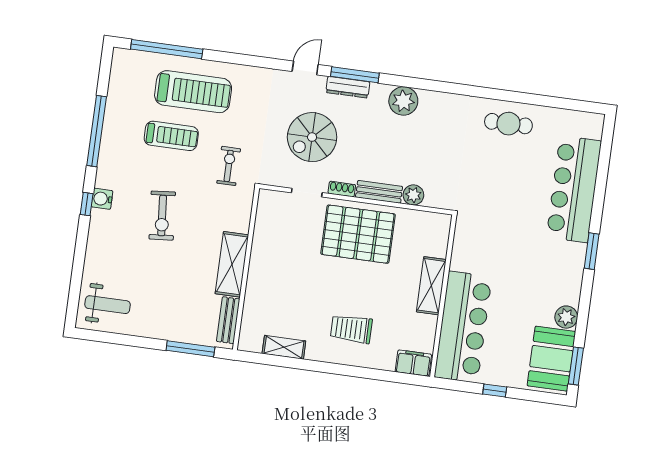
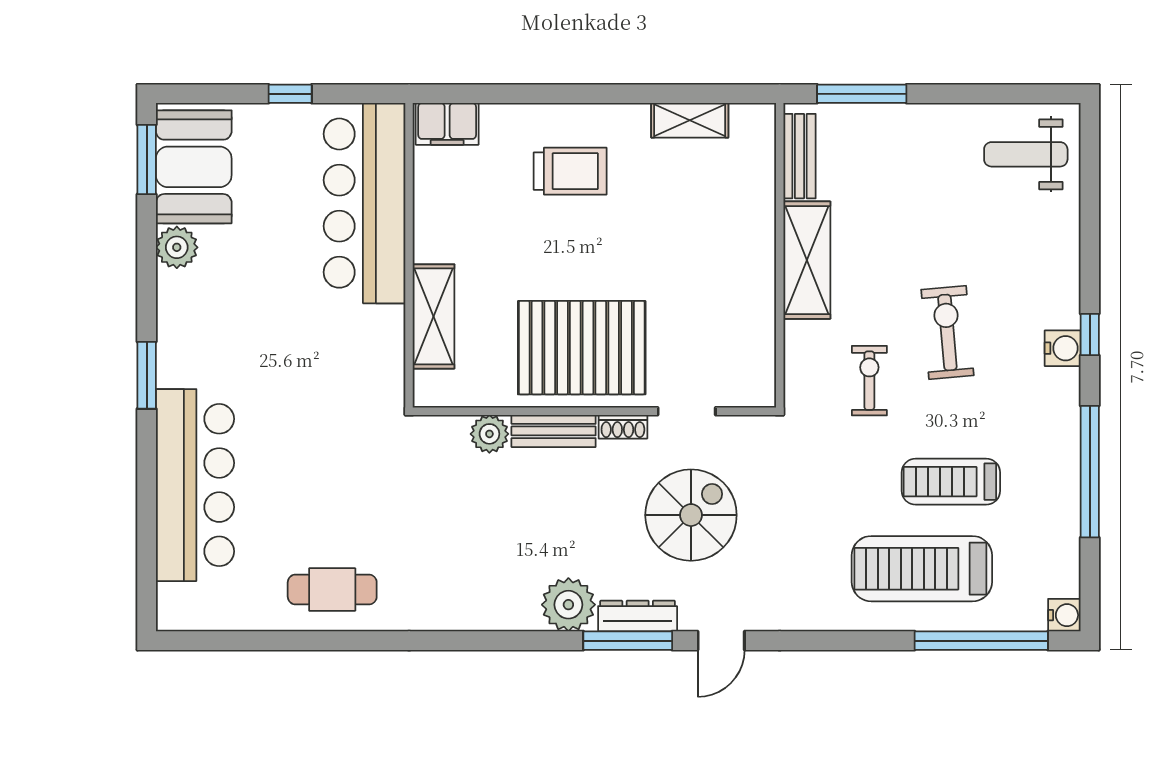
water cooler: (121, 57) -> (1064, 615), added
plant: (403, 101) -> (568, 605), moved
exercise bike: (229, 166) -> (869, 381), moved, turned 180
shelving: (431, 286) -> (434, 316), moved

